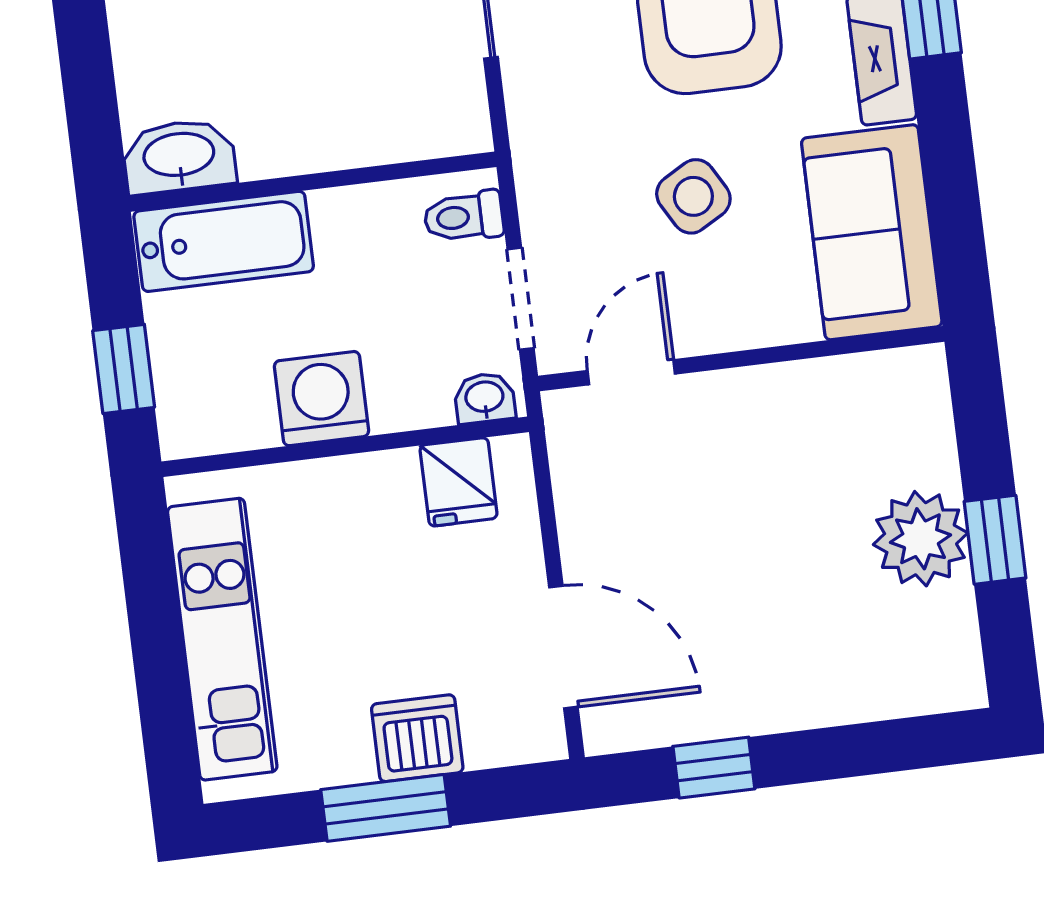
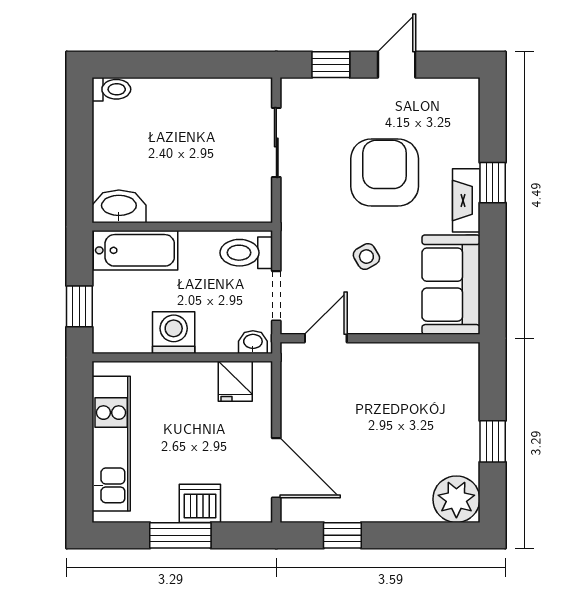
side table: (693, 196) -> (366, 257), width x0.73, depth x0.73
toilet: (464, 217) -> (246, 253), width x1.37, depth x1.39
plant: (921, 539) -> (456, 499), moved

